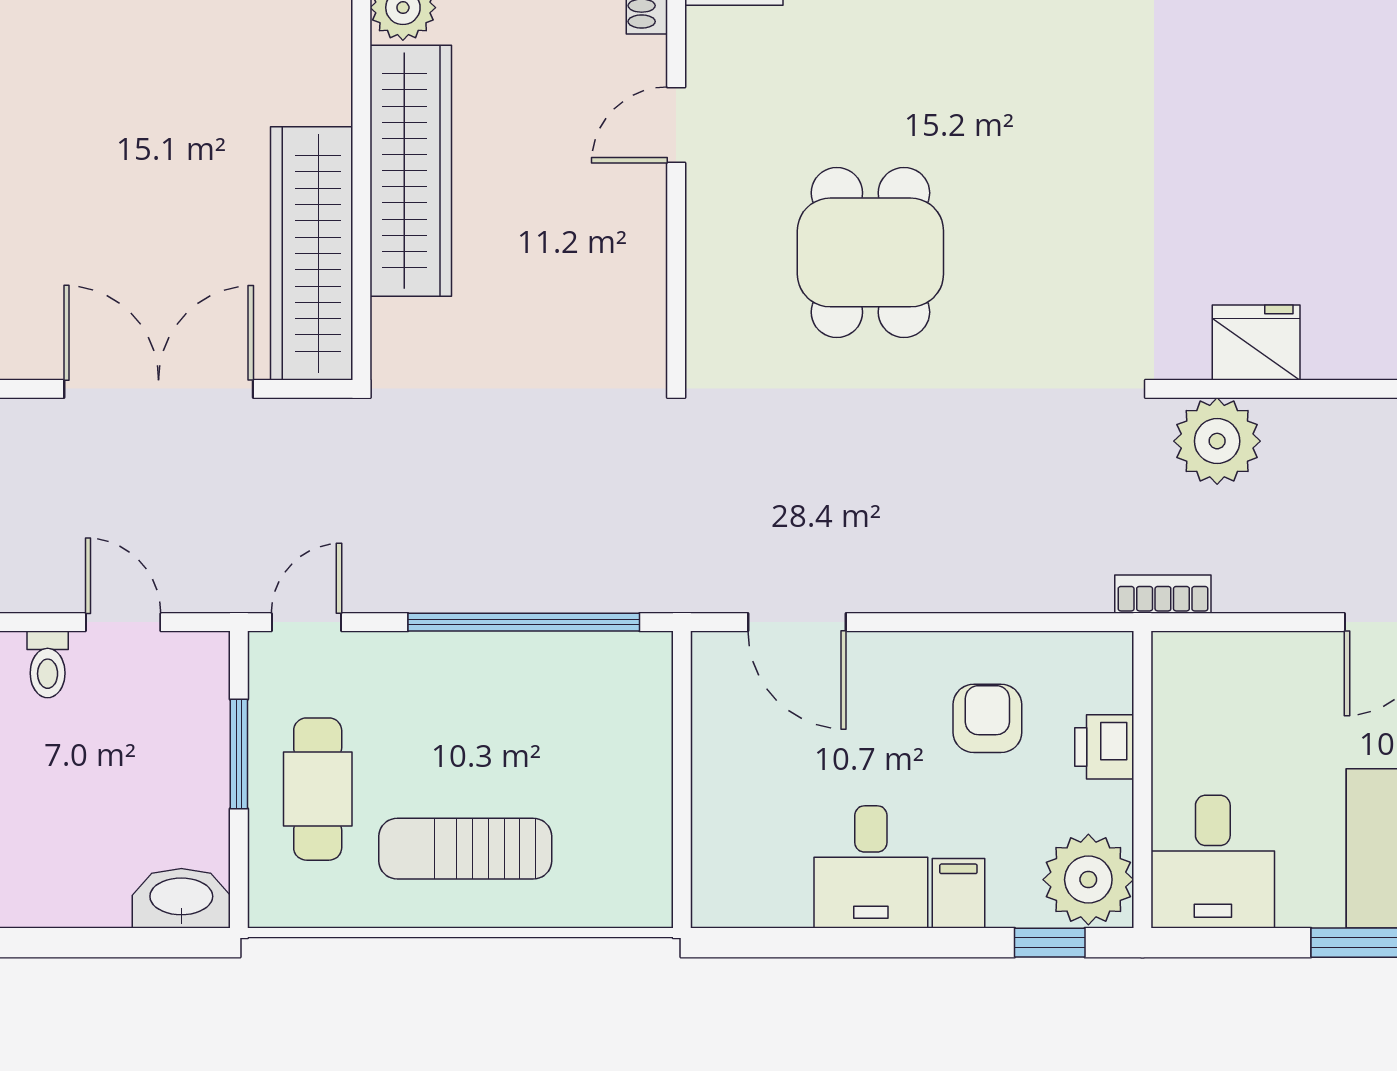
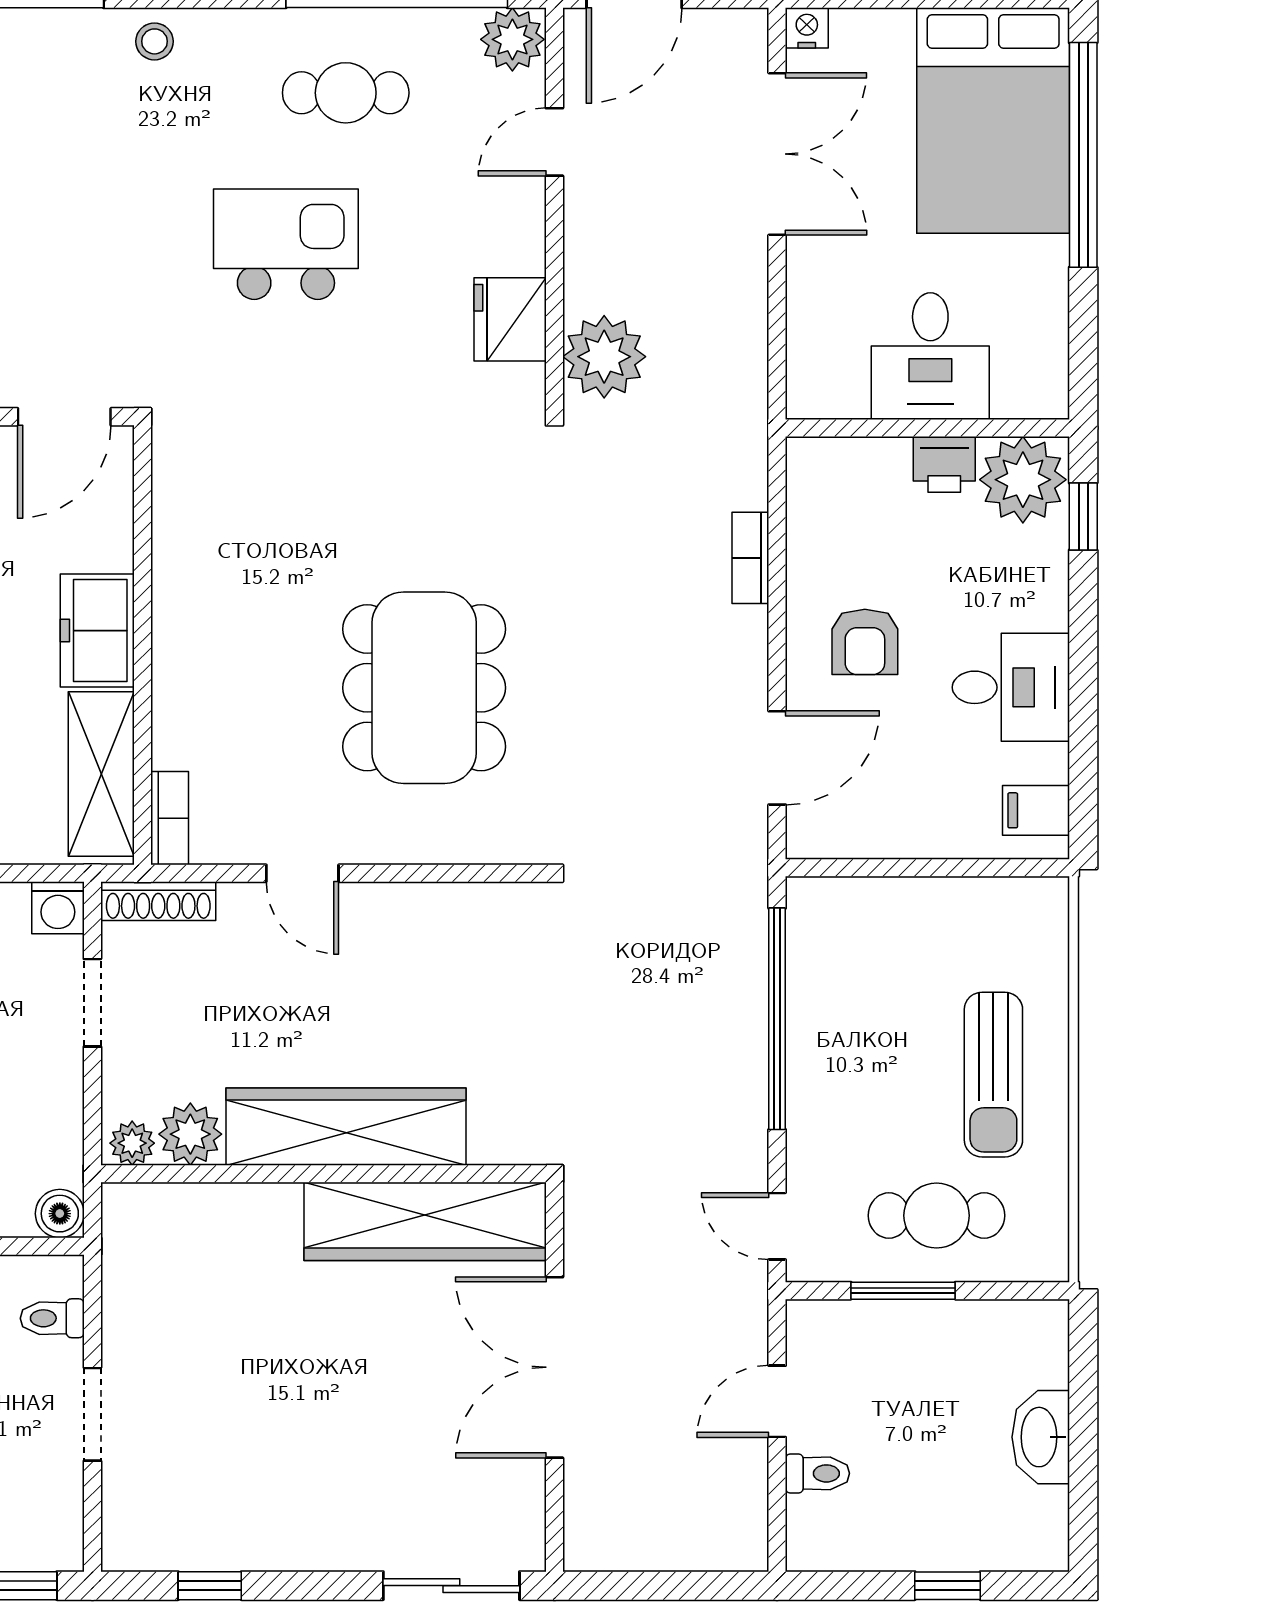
kitchen island: (1335, 108) -> (286, 244), added
dining table: (870, 252) -> (424, 688), width x1.38
bookcase: (1163, 594) -> (750, 558), moved
armchair: (987, 718) -> (865, 642), moved, turned -90
printer: (1104, 747) -> (944, 464), moved
desk: (1213, 862) -> (930, 356), moved, turned 90
filing cabinet: (958, 893) -> (1036, 810), moved
washbasin: (181, 898) -> (1041, 1437), moved

